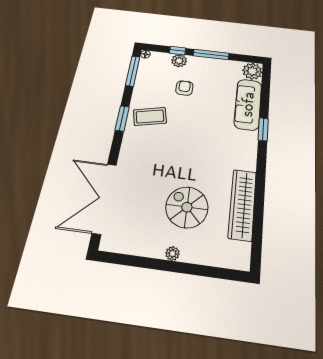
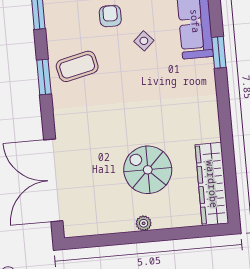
side table: (206, 109) -> (144, 41), added
wardrobe: (242, 204) -> (212, 184), moved

